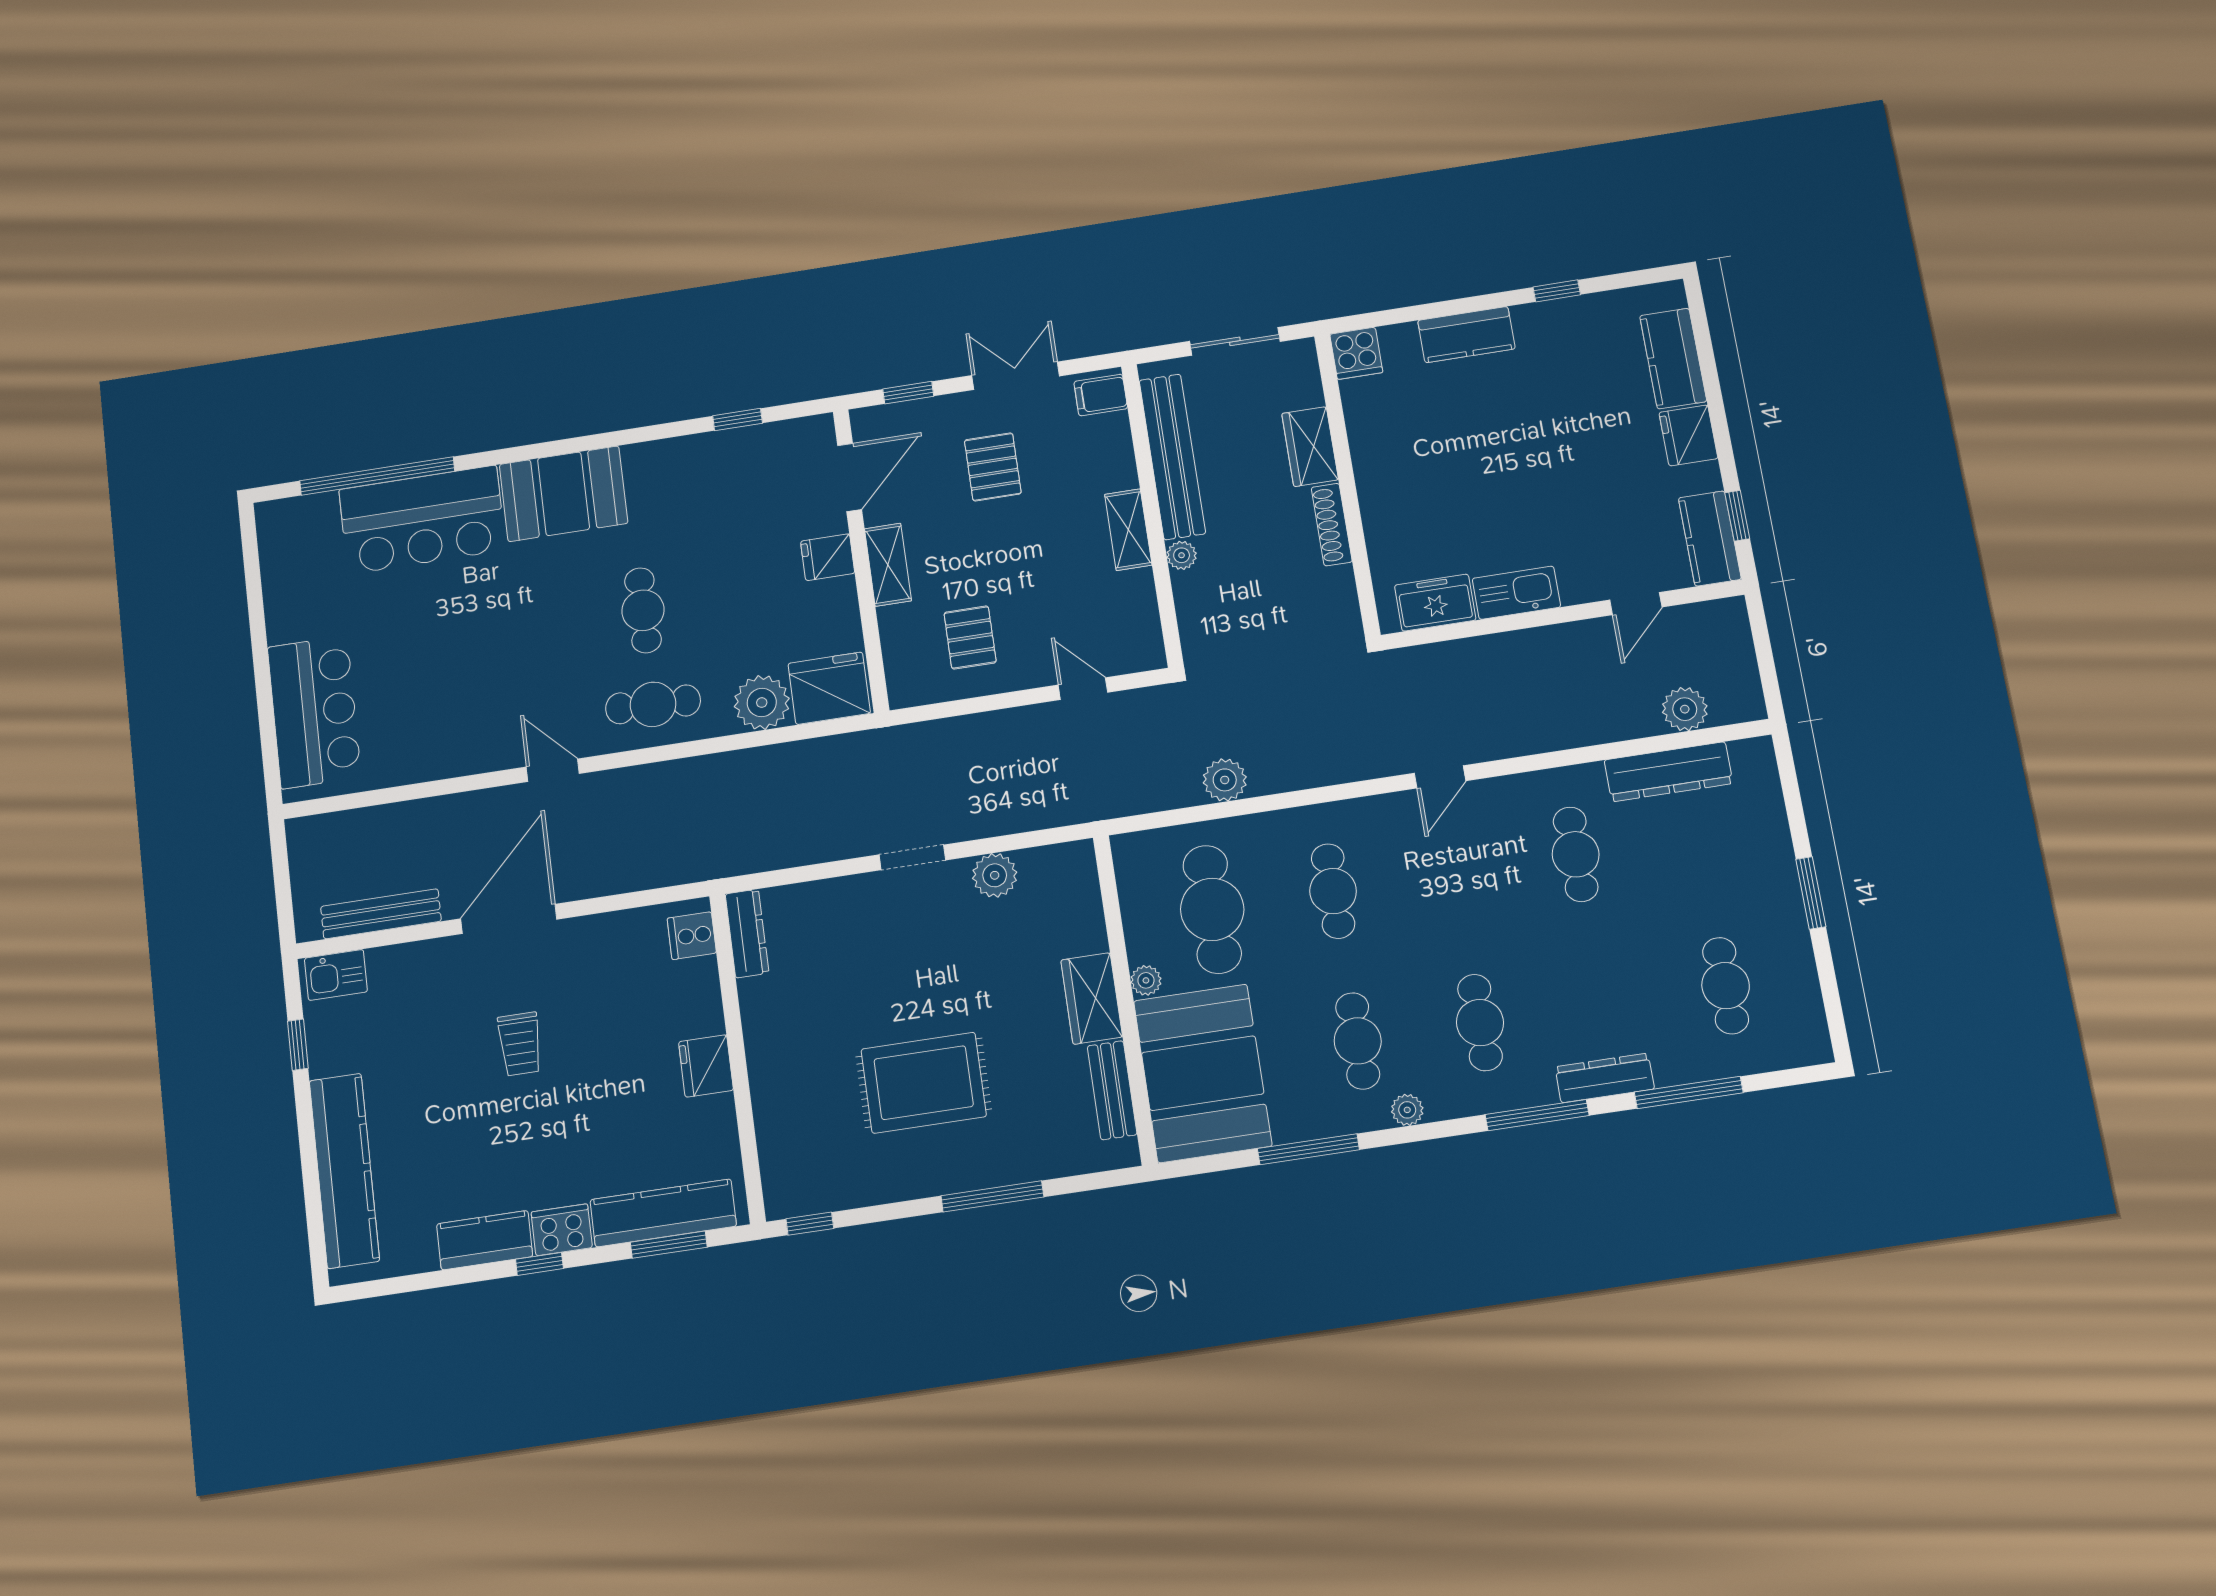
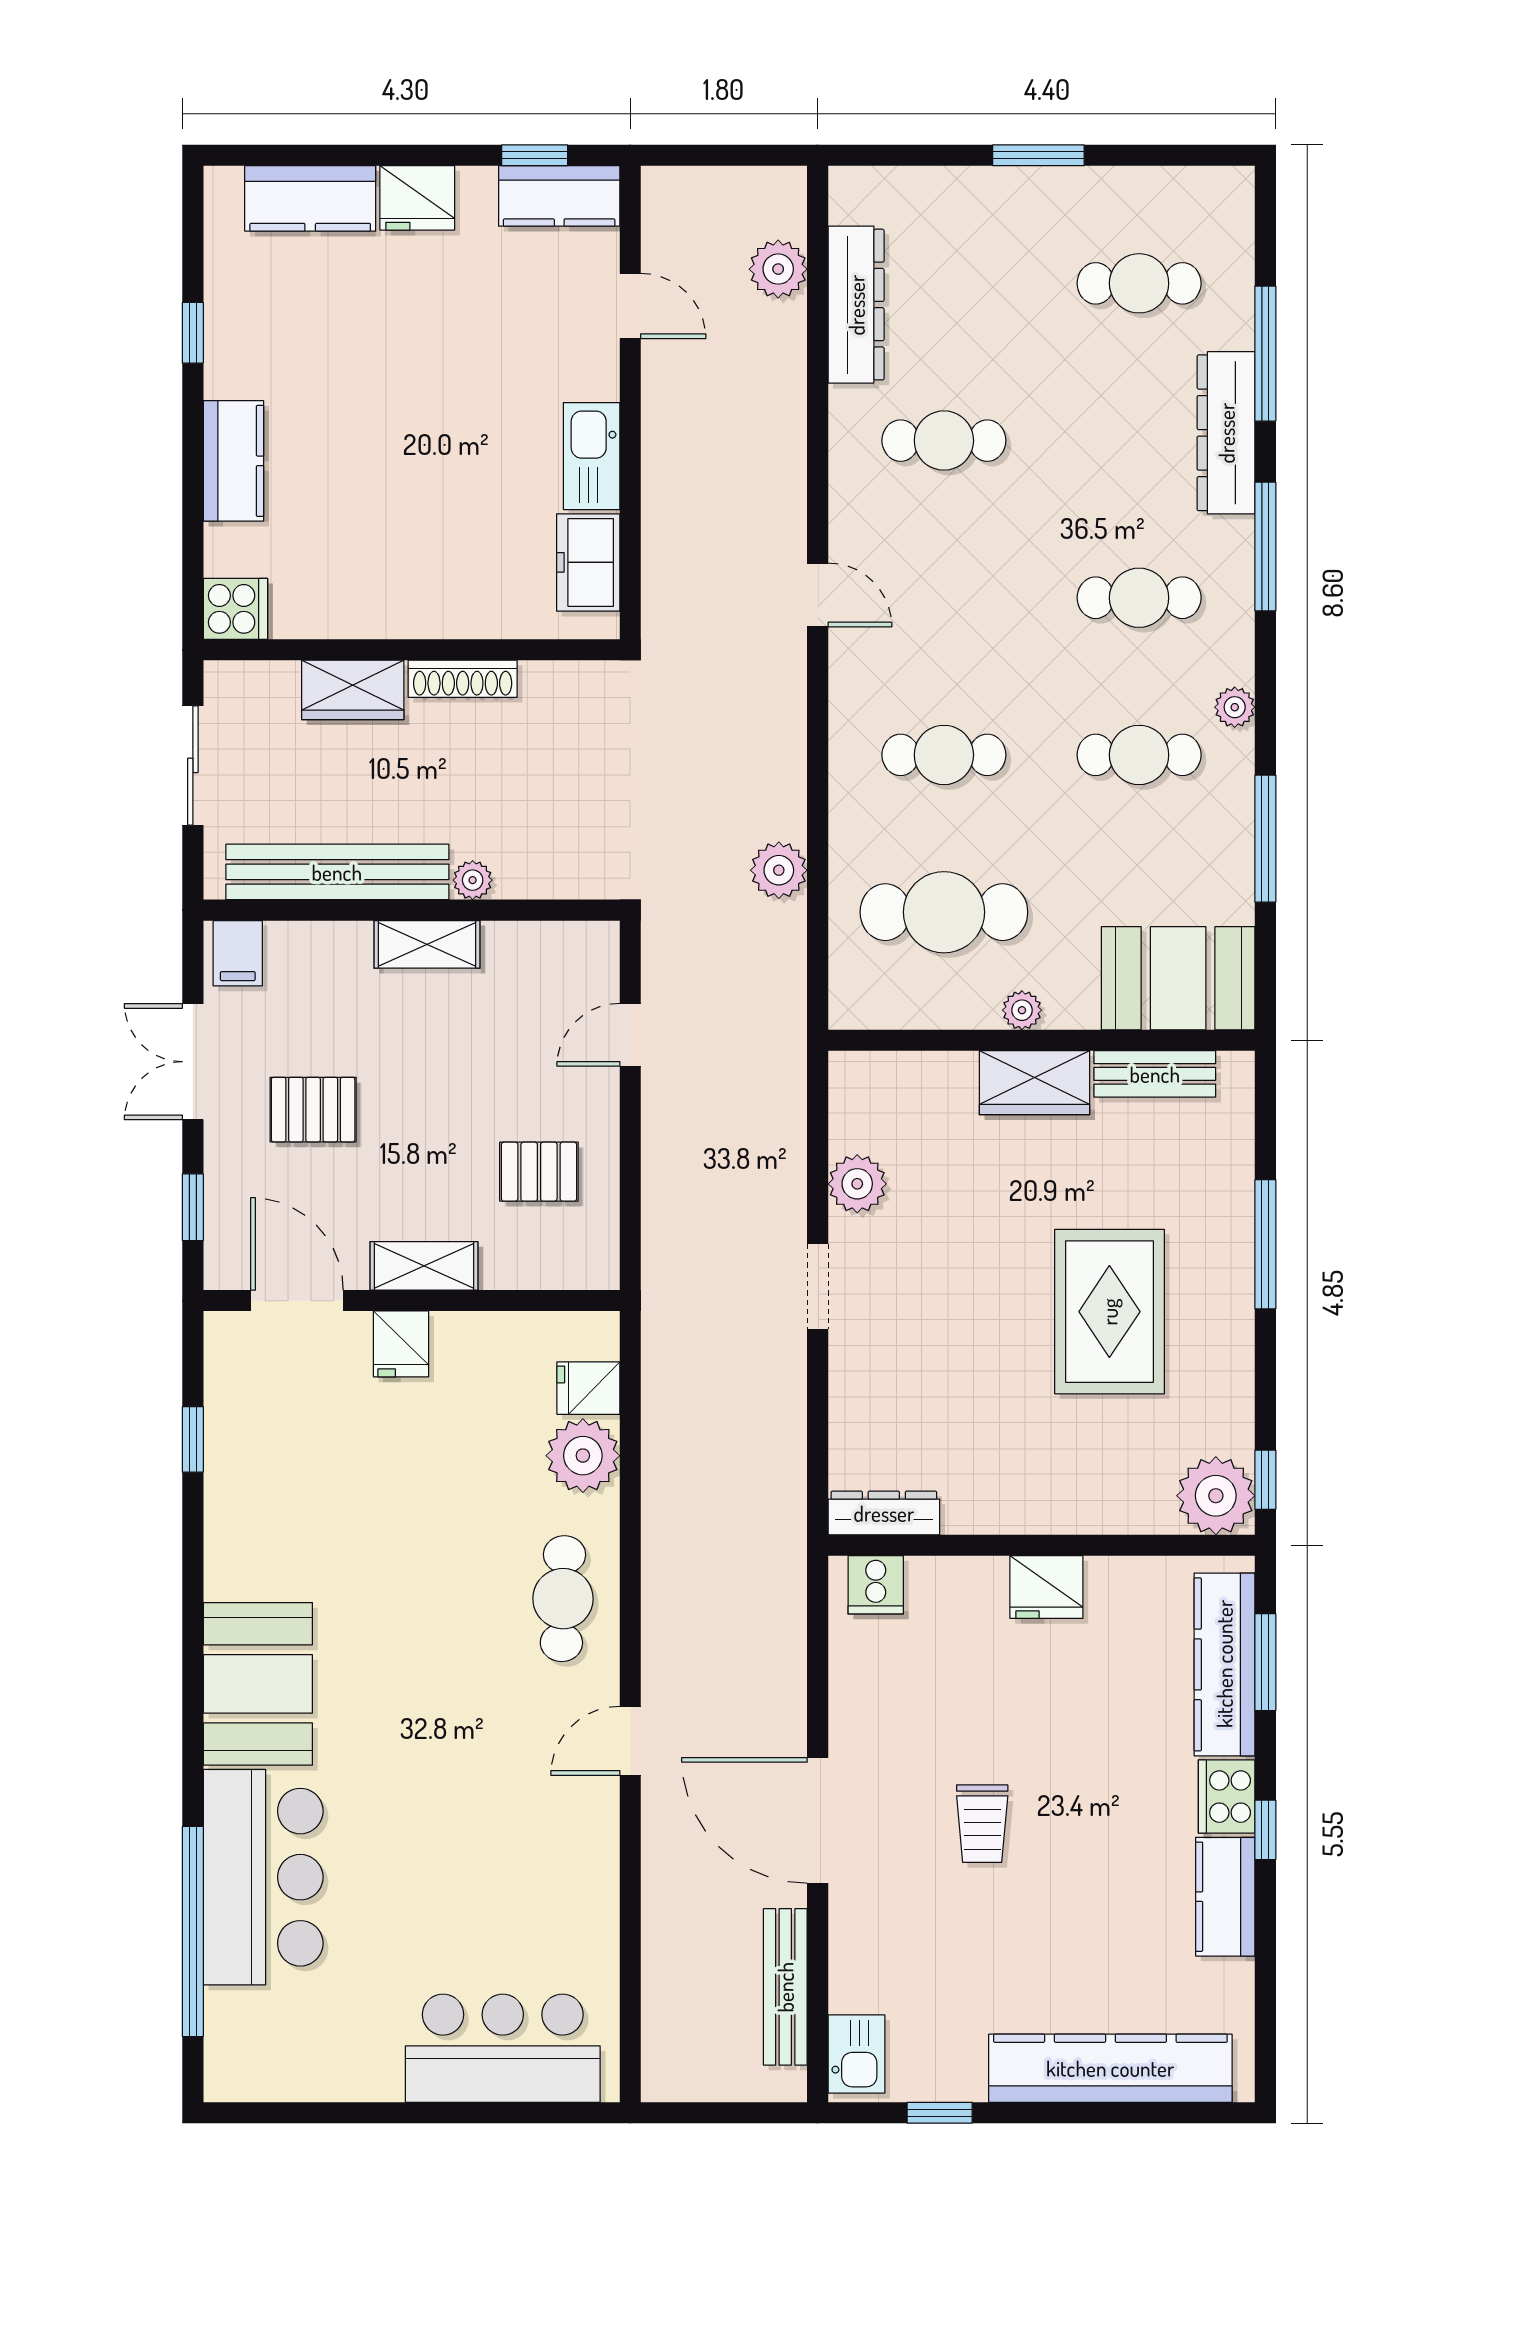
cafe table: (643, 610) -> (434, 1597), removed
fridge: (829, 688) -> (588, 1388), width x0.53, depth x0.75
trolley: (520, 1044) -> (982, 1824), turned 90
booth: (1203, 1073) -> (1178, 978), width x0.73, depth x0.70
dresser: (1605, 1078) -> (1226, 433), width x1.37, depth x1.24
plant: (792, 1187) -> (1216, 1496), added

